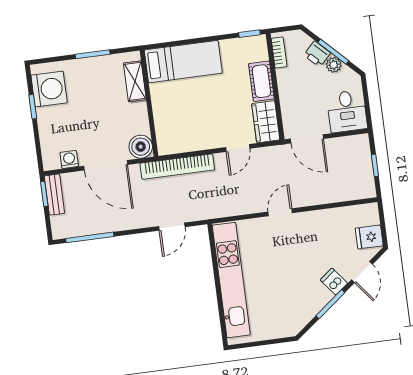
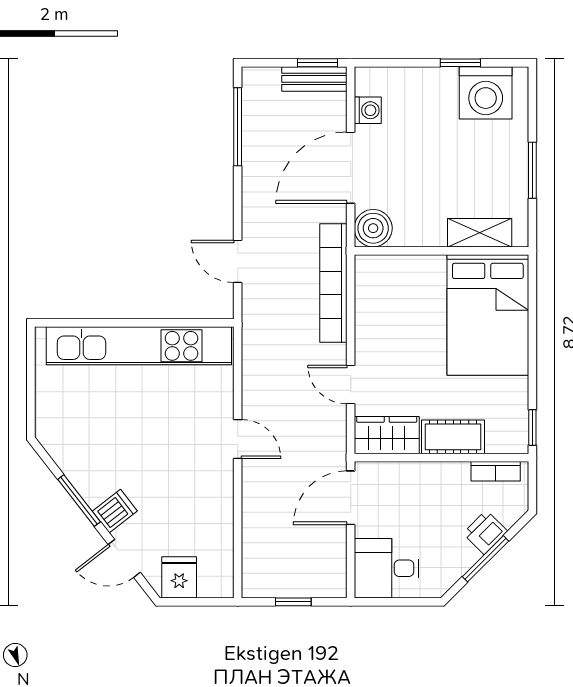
bed: (183, 62) -> (488, 315), width x1.50
plant: (334, 65) -> (464, 557), removed

